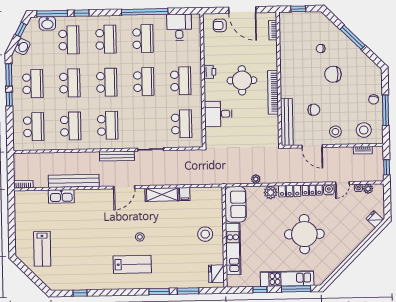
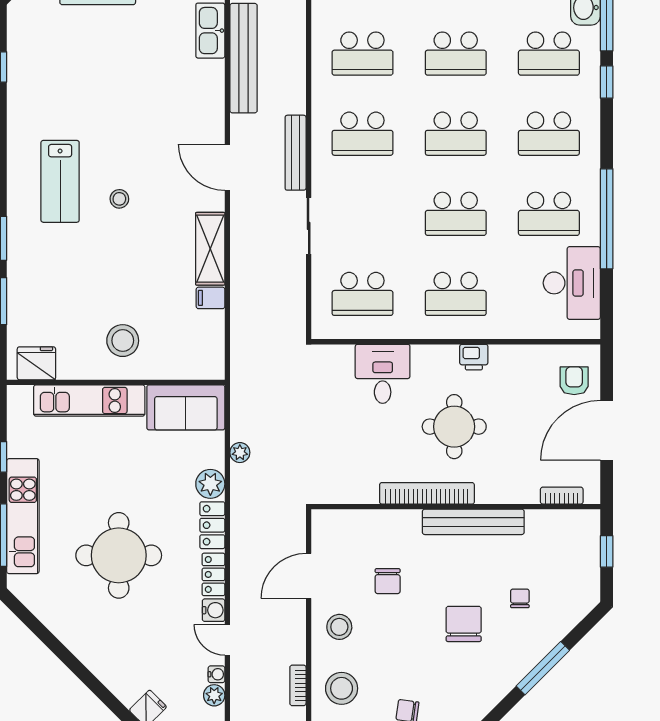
desk: (179, 27) -> (572, 283), width x1.37
bench: (287, 122) -> (473, 522), moved

